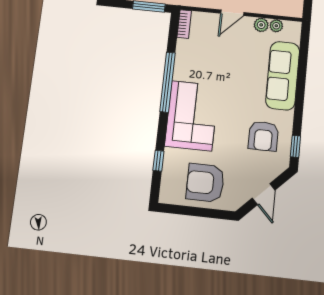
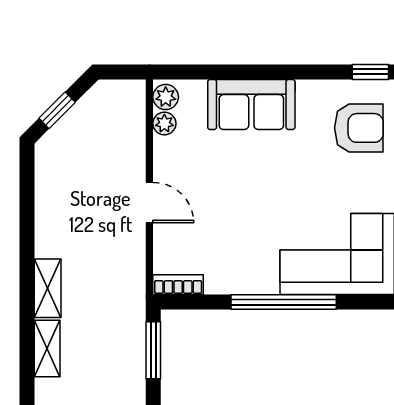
plant: (261, 25) -> (166, 97), moved
sofa: (283, 76) -> (251, 105), width x0.73

